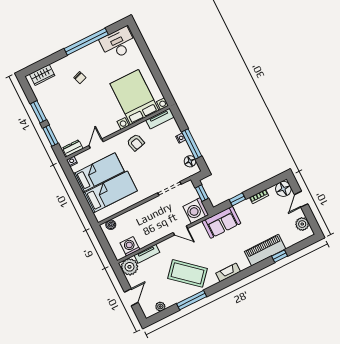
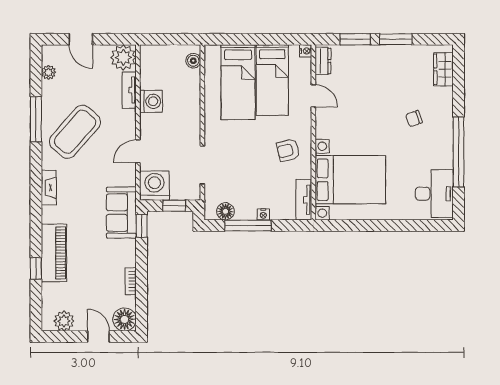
window: (237, 199) -> (142, 226), moved
washing machine: (130, 246) -> (151, 101), moved

